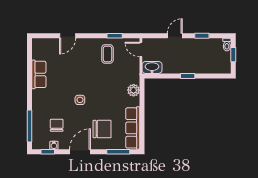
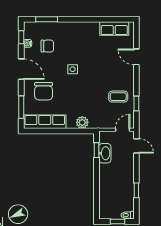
door: (175, 36) -> (136, 146), moved
washbasin: (152, 67) -> (105, 153), moved
row of seats: (39, 74) -> (114, 28), moved
window: (188, 76) -> (96, 150), moved
window: (30, 126) -> (47, 19), width x0.69

